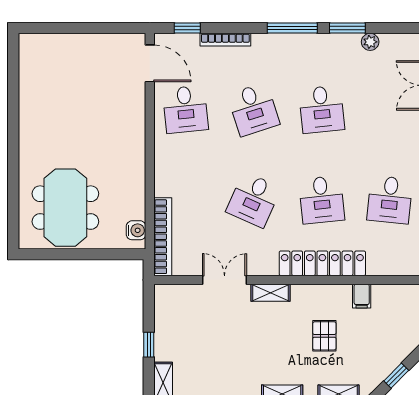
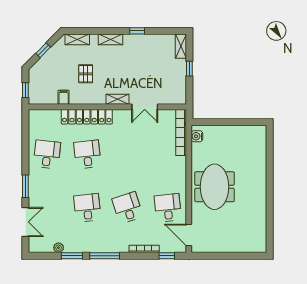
desk: (254, 200) -> (127, 154), removed
meeting table: (65, 208) -> (215, 187), moved

